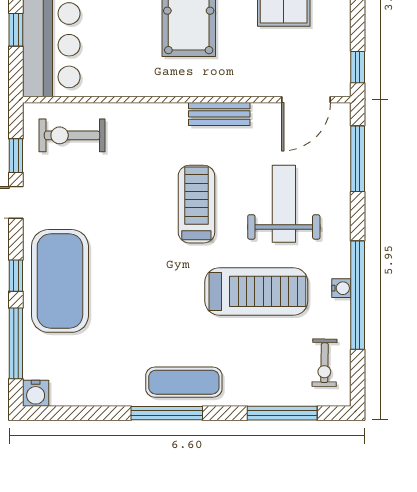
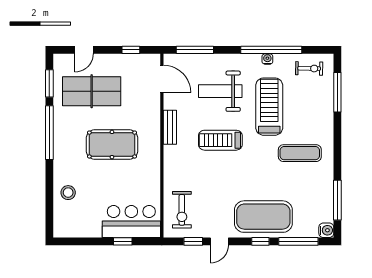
window: (358, 67) -> (131, 50), moved
exercise mat: (184, 382) -> (300, 153), moved, turned 90
window: (167, 413) -> (337, 200), moved

